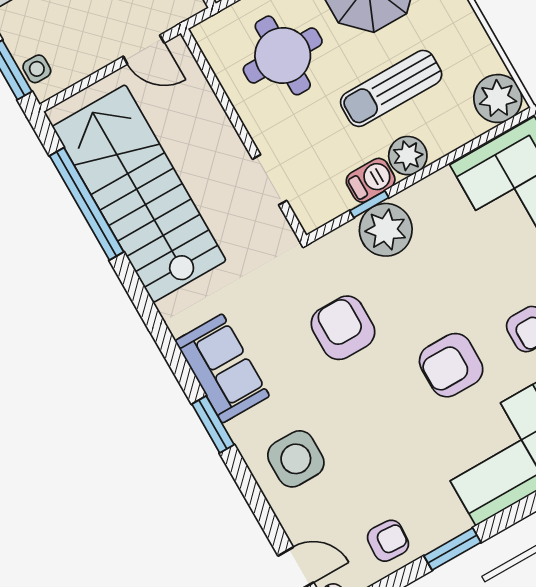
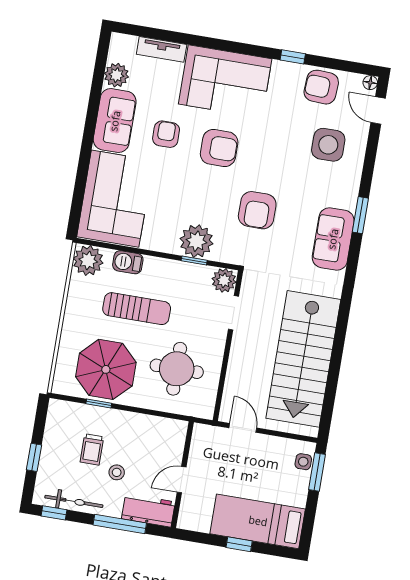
plant: (408, 156) -> (224, 280), moved
barbecue: (371, 180) -> (128, 262), moved
window: (87, 204) -> (333, 375), removed
side table: (296, 459) -> (328, 145), moved
armchair: (388, 541) -> (321, 87), width x1.38, depth x1.38
window: (452, 549) -> (293, 57), width x0.67

